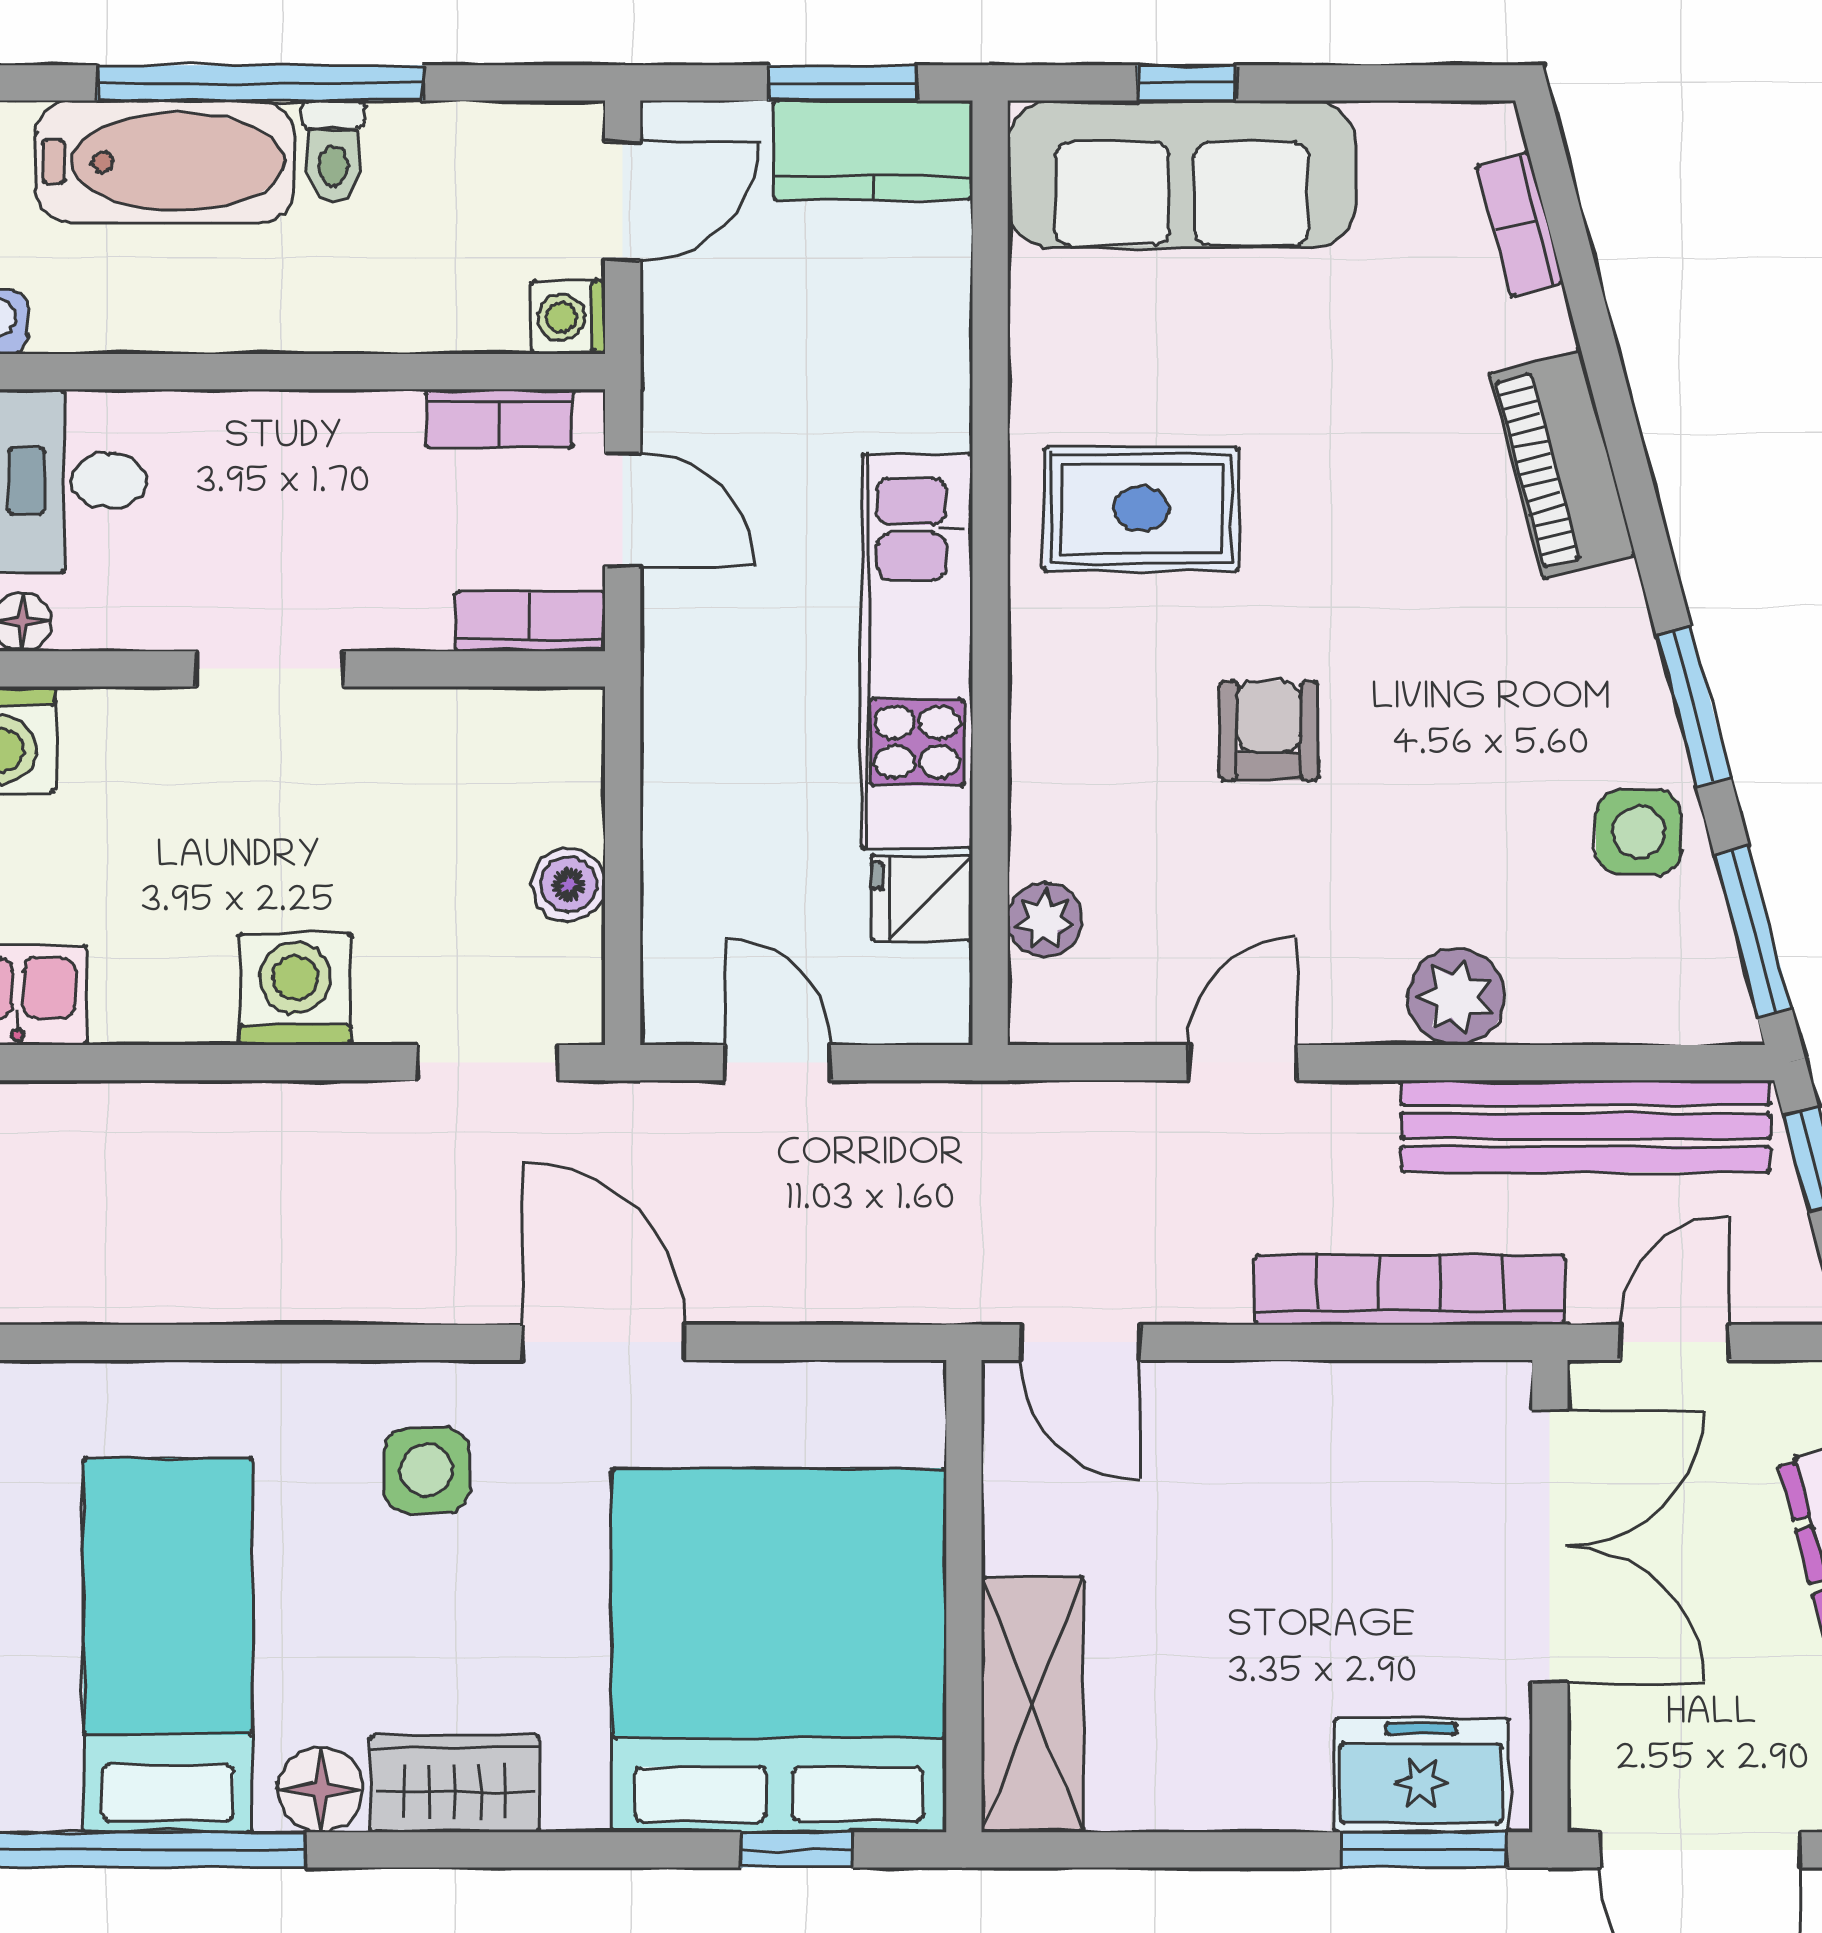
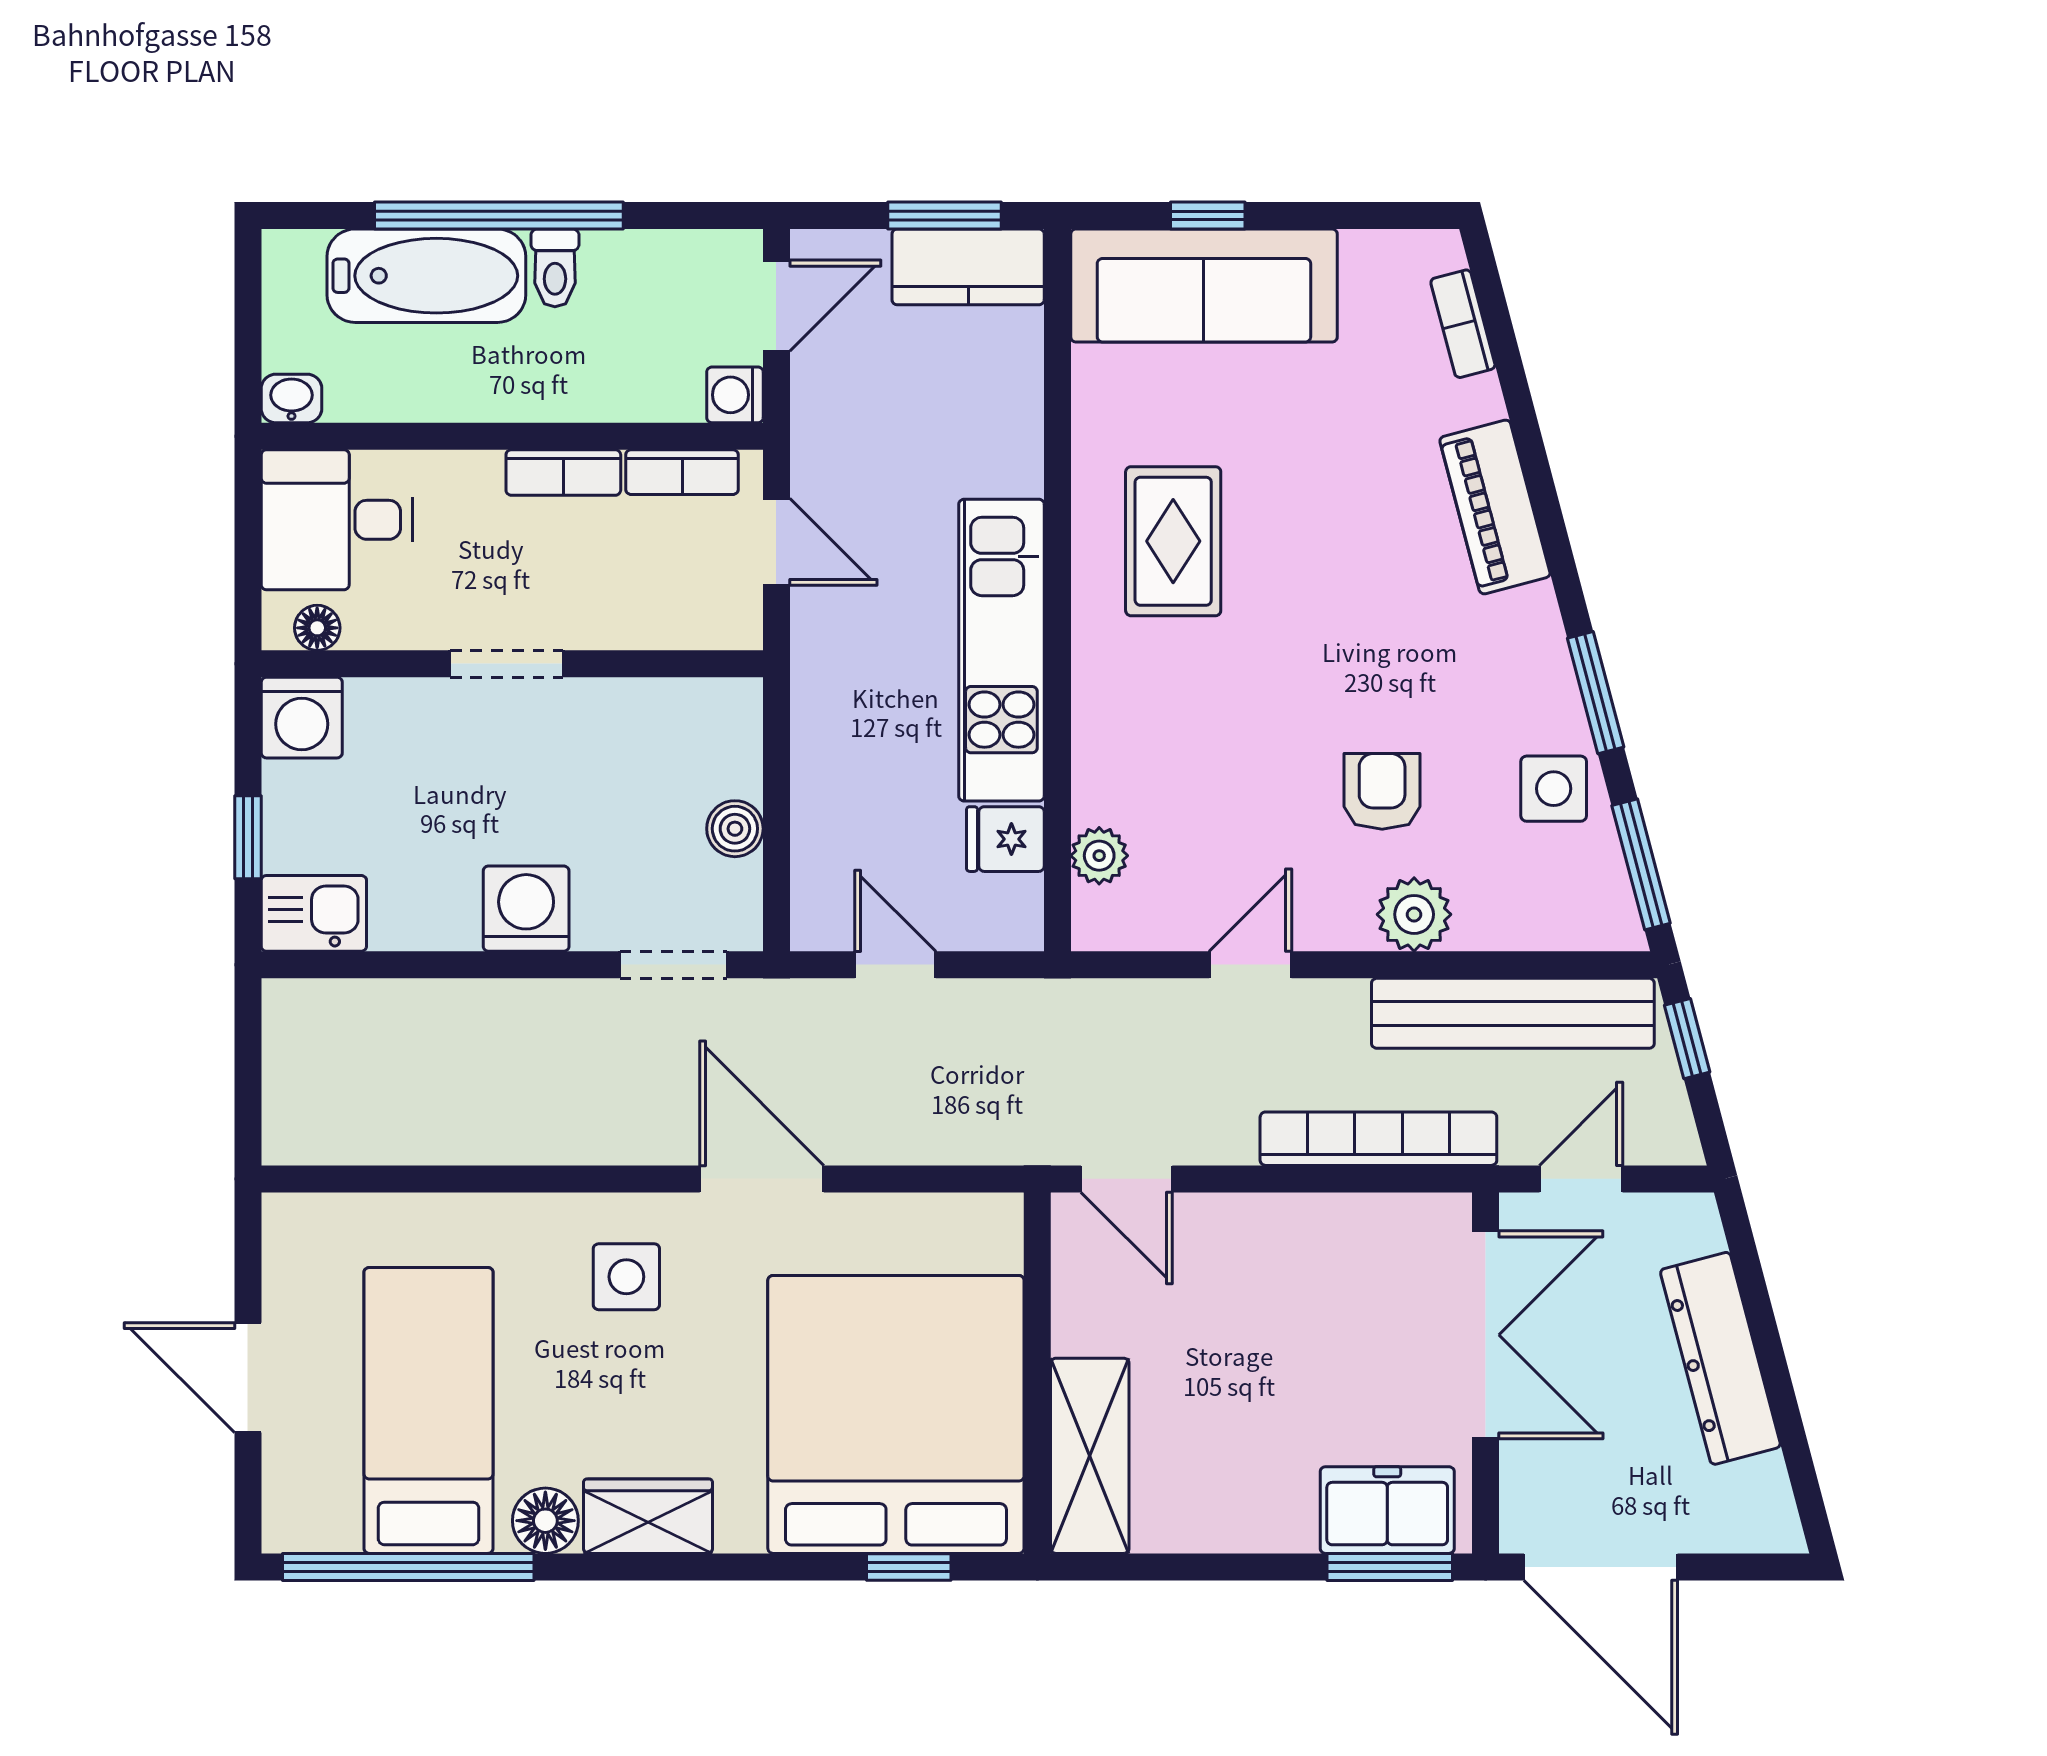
rug: (1141, 509) -> (1173, 541), turned 90
bookcase: (530, 622) -> (563, 473), moved, turned 180
armchair: (1269, 730) -> (1382, 791), moved

